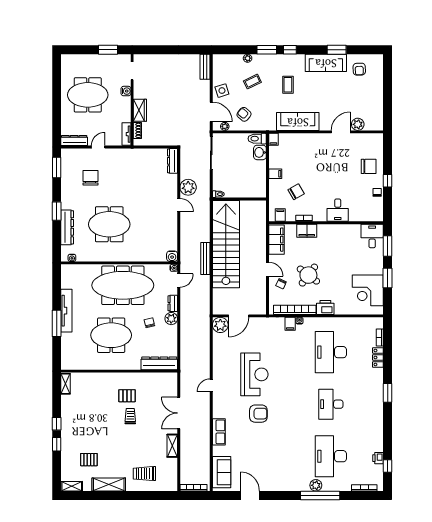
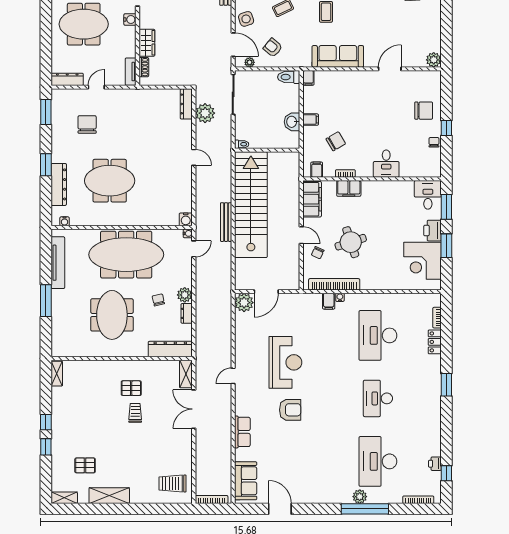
plant: (358, 124) -> (434, 60), moved
washbasin: (260, 152) -> (292, 122), moved
plant: (188, 187) -> (205, 113), moved
round table: (308, 275) -> (351, 242), turned 35
dresser: (173, 303) -> (187, 313), moved
printer: (325, 307) -> (433, 231), moved, turned -90
tv unit: (66, 311) -> (58, 263), moved
meeting table: (111, 335) -> (112, 315), turned 90
shelving: (172, 446) -> (186, 374), moved
trolley: (144, 474) -> (173, 483), moved

